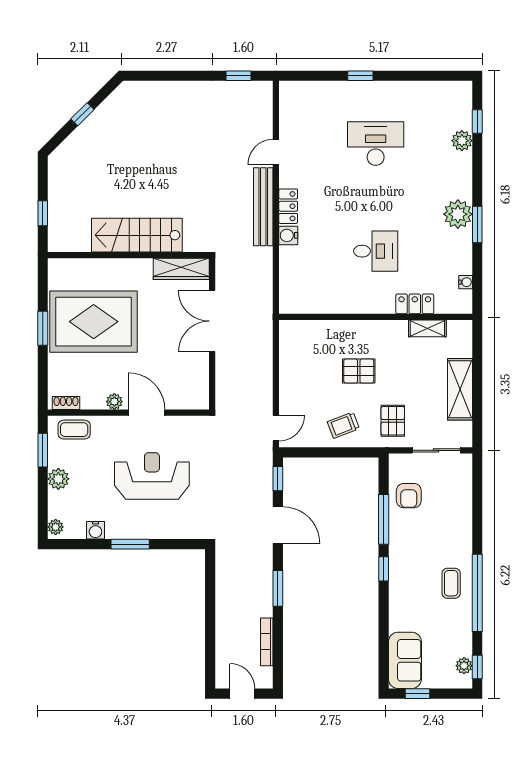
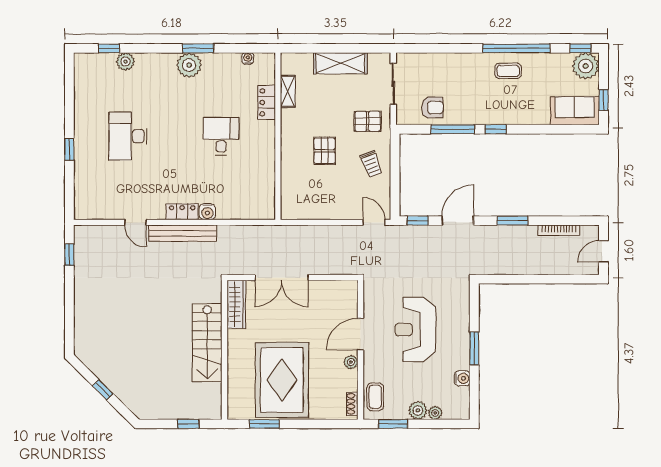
window: (43, 328) -> (264, 424), moved
plant: (56, 527) -> (435, 413), moved
plant: (464, 666) -> (586, 66), width x1.87, depth x1.87

